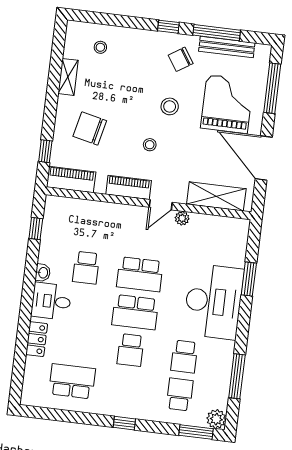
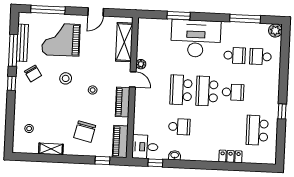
door: (264, 158) -> (96, 12), width x0.53
washbasin: (43, 273) -> (175, 155), moved
school desk: (140, 274) -> (181, 90), turned 180
desk: (51, 301) -> (145, 147), moved, turned 90
school desk: (135, 312) -> (207, 91), turned 180
window: (124, 423) -> (282, 111), moved
window: (196, 432) -> (285, 44), removed

